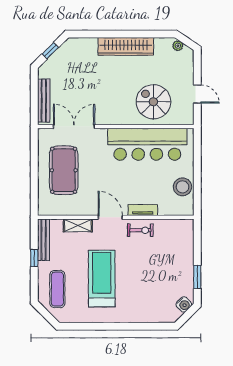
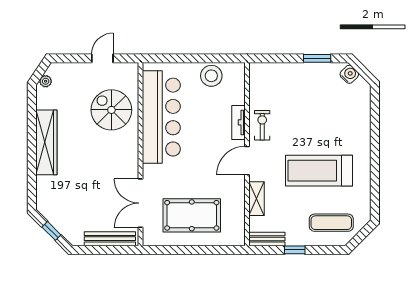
spiral stairs: (153, 102) -> (111, 110), turned 90
bench: (44, 240) -> (267, 239), width x0.73

